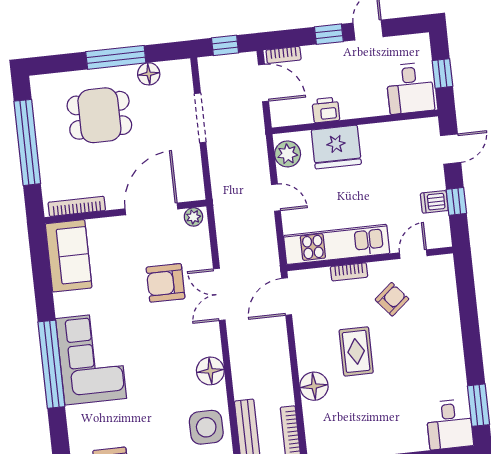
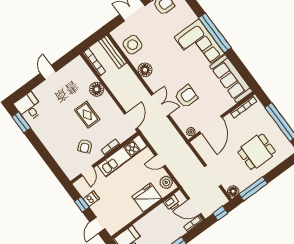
window: (116, 57) -> (253, 189), moved
floor lamp: (149, 74) -> (233, 191), moved
printer: (326, 110) -> (172, 203), moved
sofa: (69, 256) -> (231, 79), width x1.36

